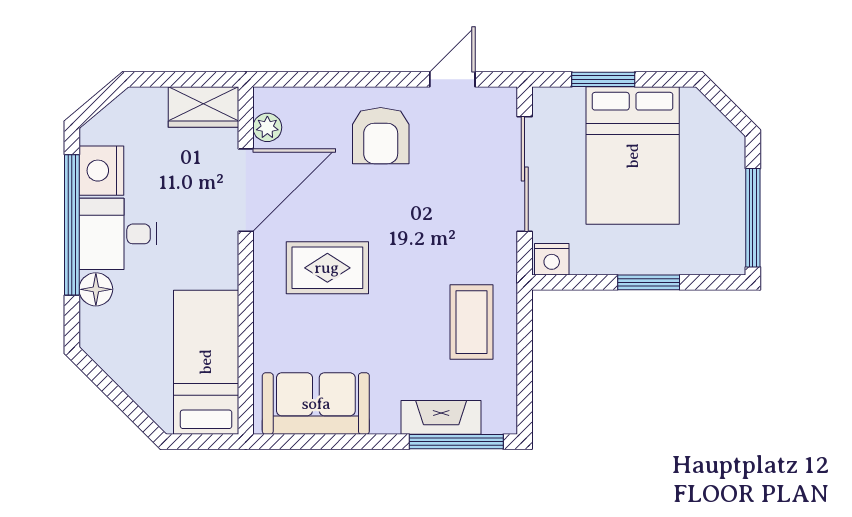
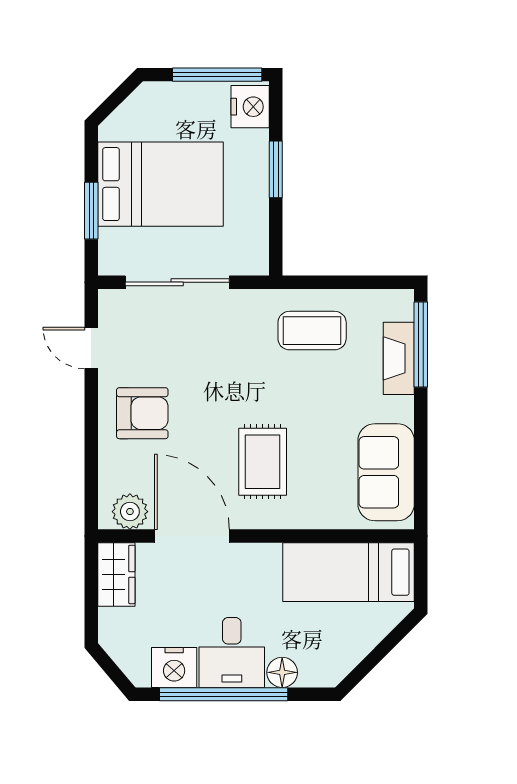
plant: (267, 127) -> (130, 512), width x1.38, depth x1.38
nightstand: (552, 259) -> (250, 107), moved, width x1.36, depth x1.33

